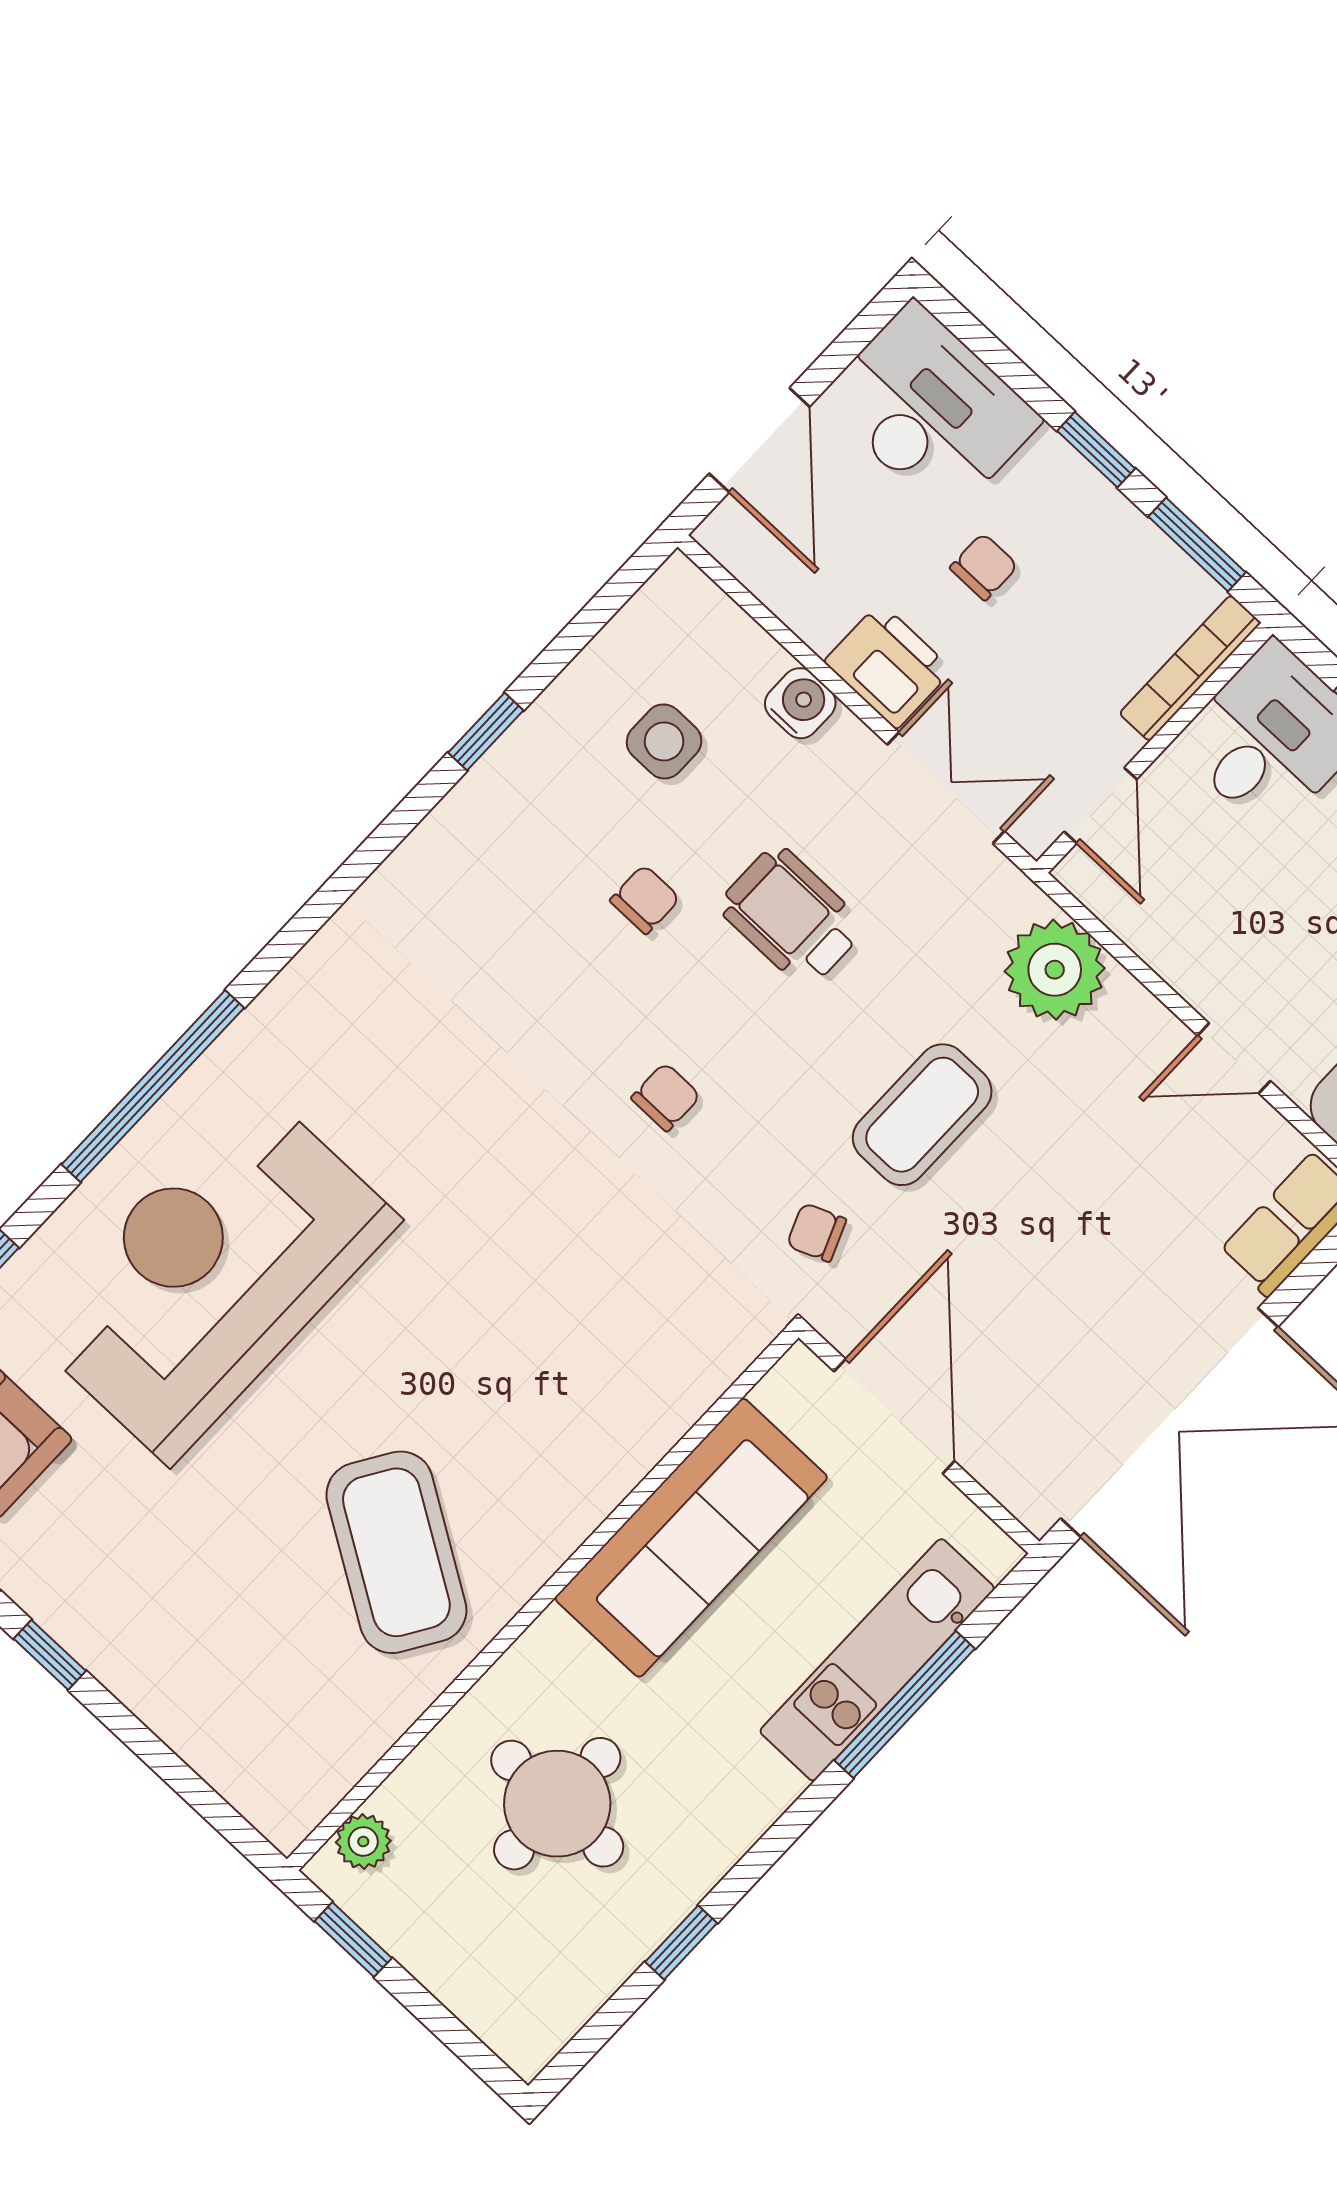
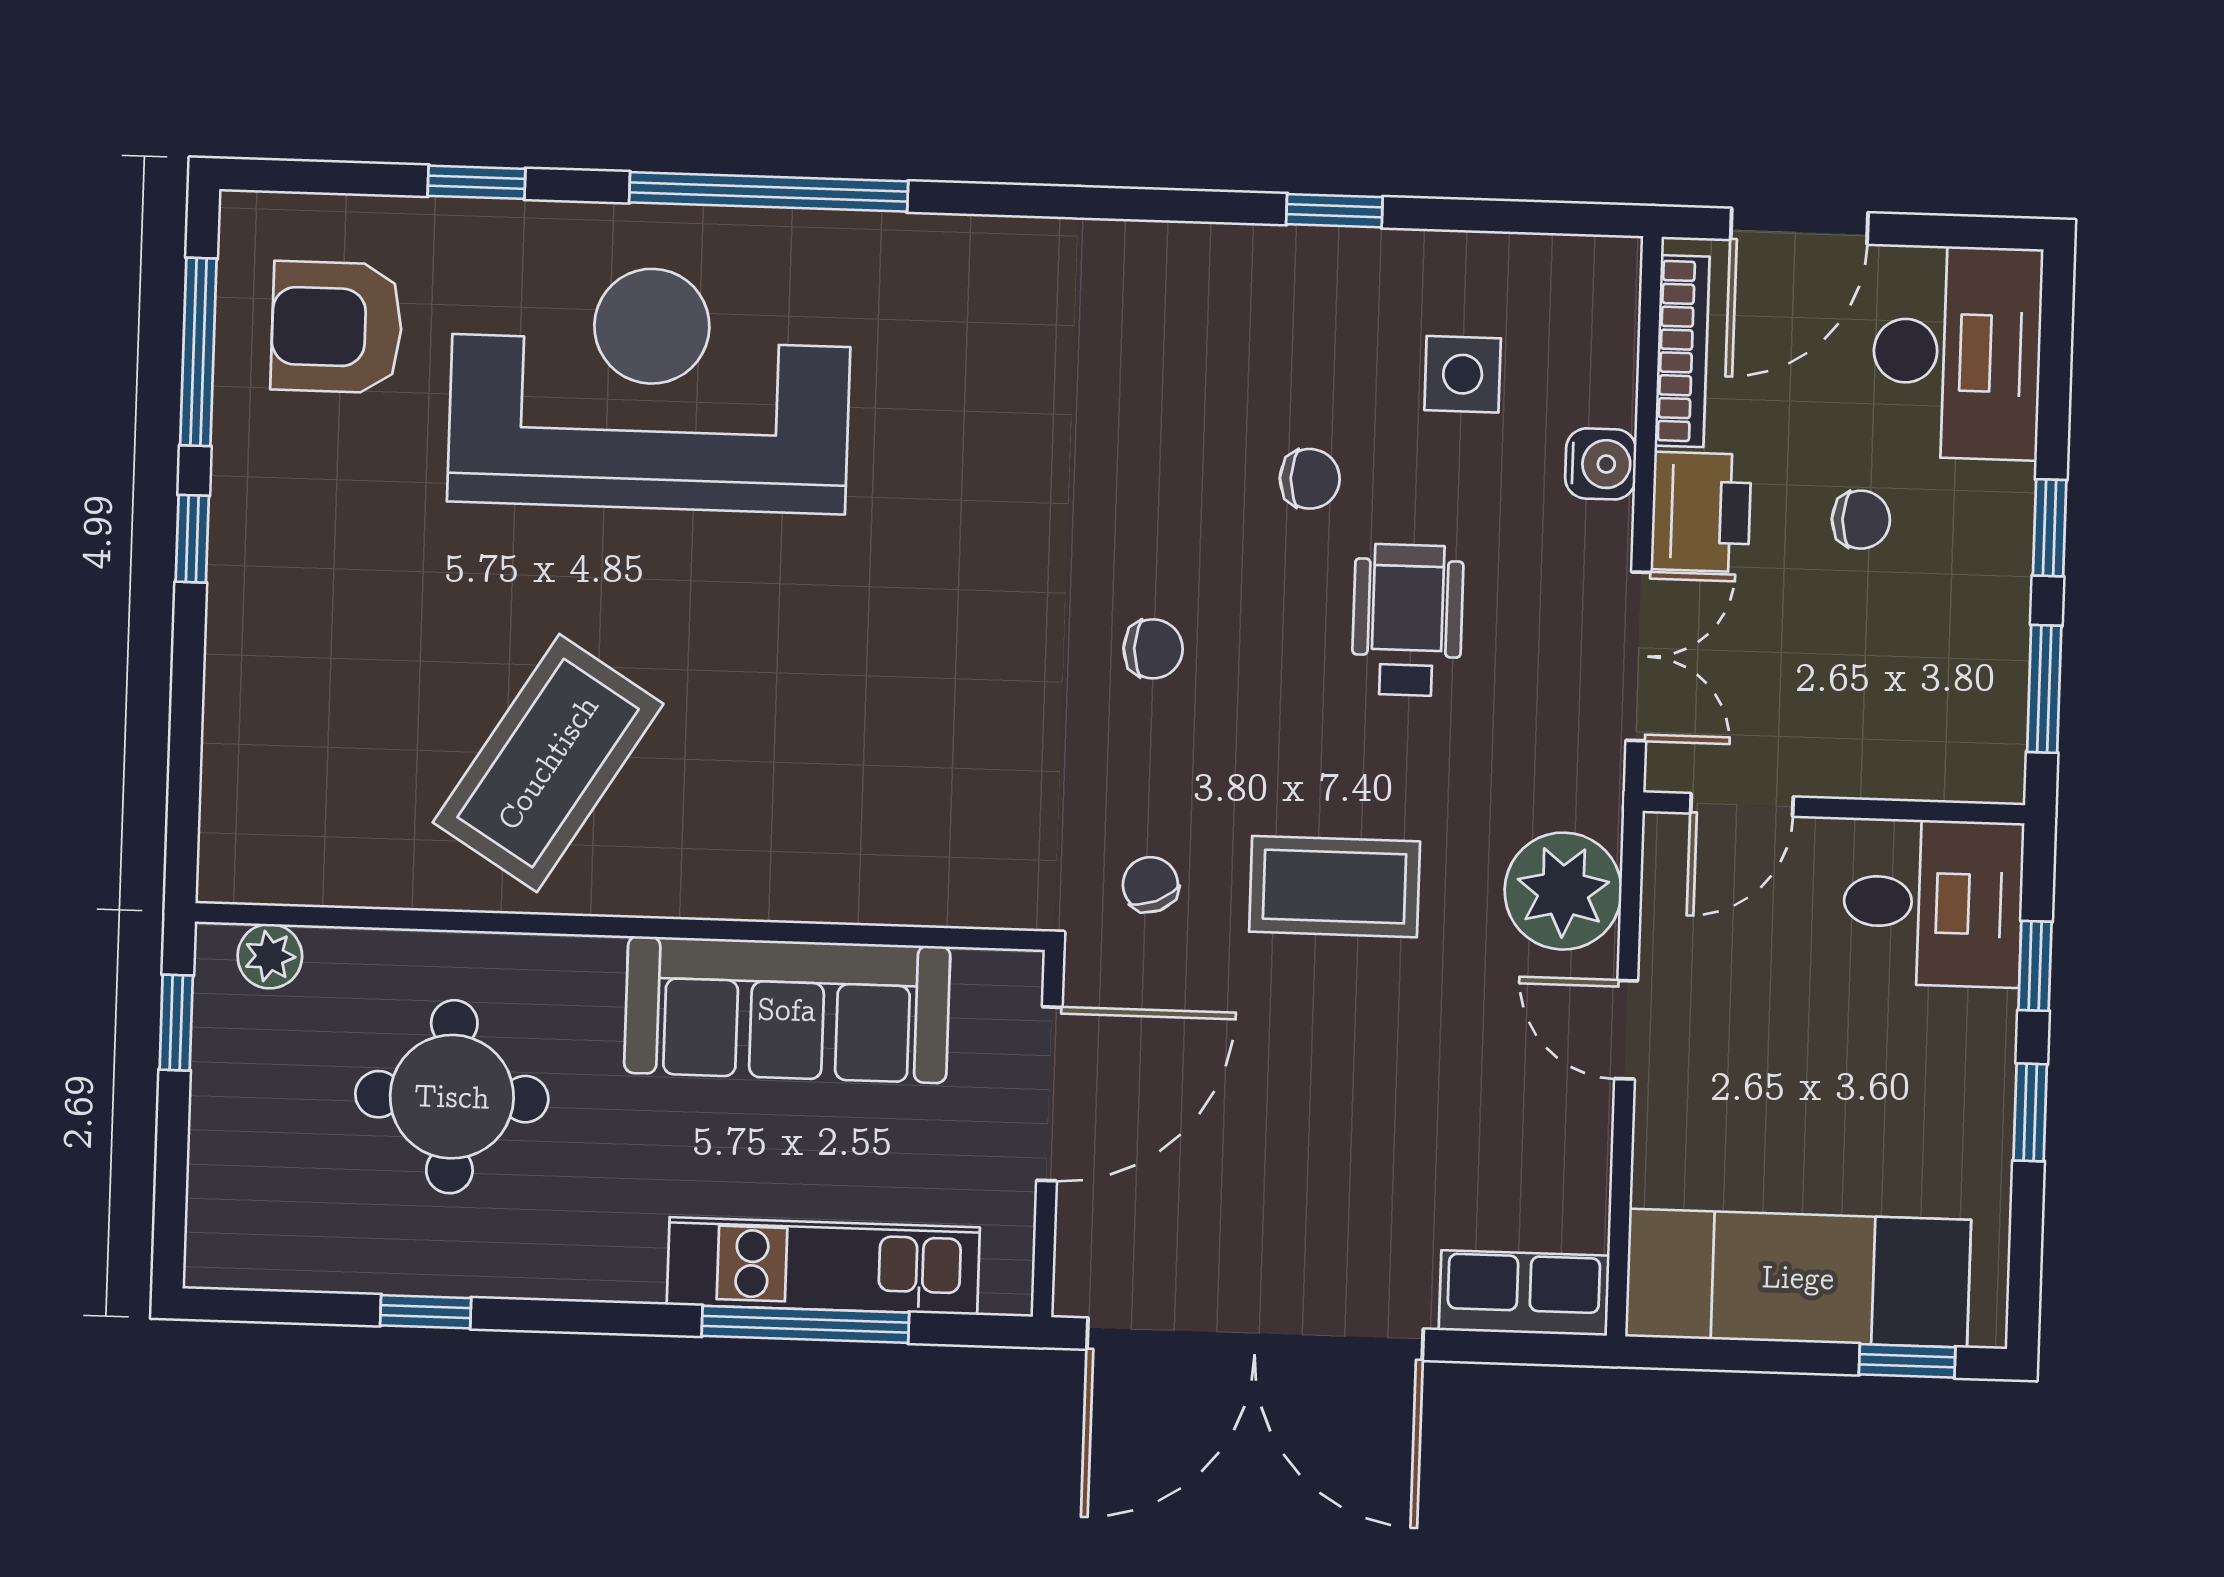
bookcase: (1190, 668) -> (1682, 351), moved, turned 90
door: (1234, 1058) -> (1626, 1030), moved

